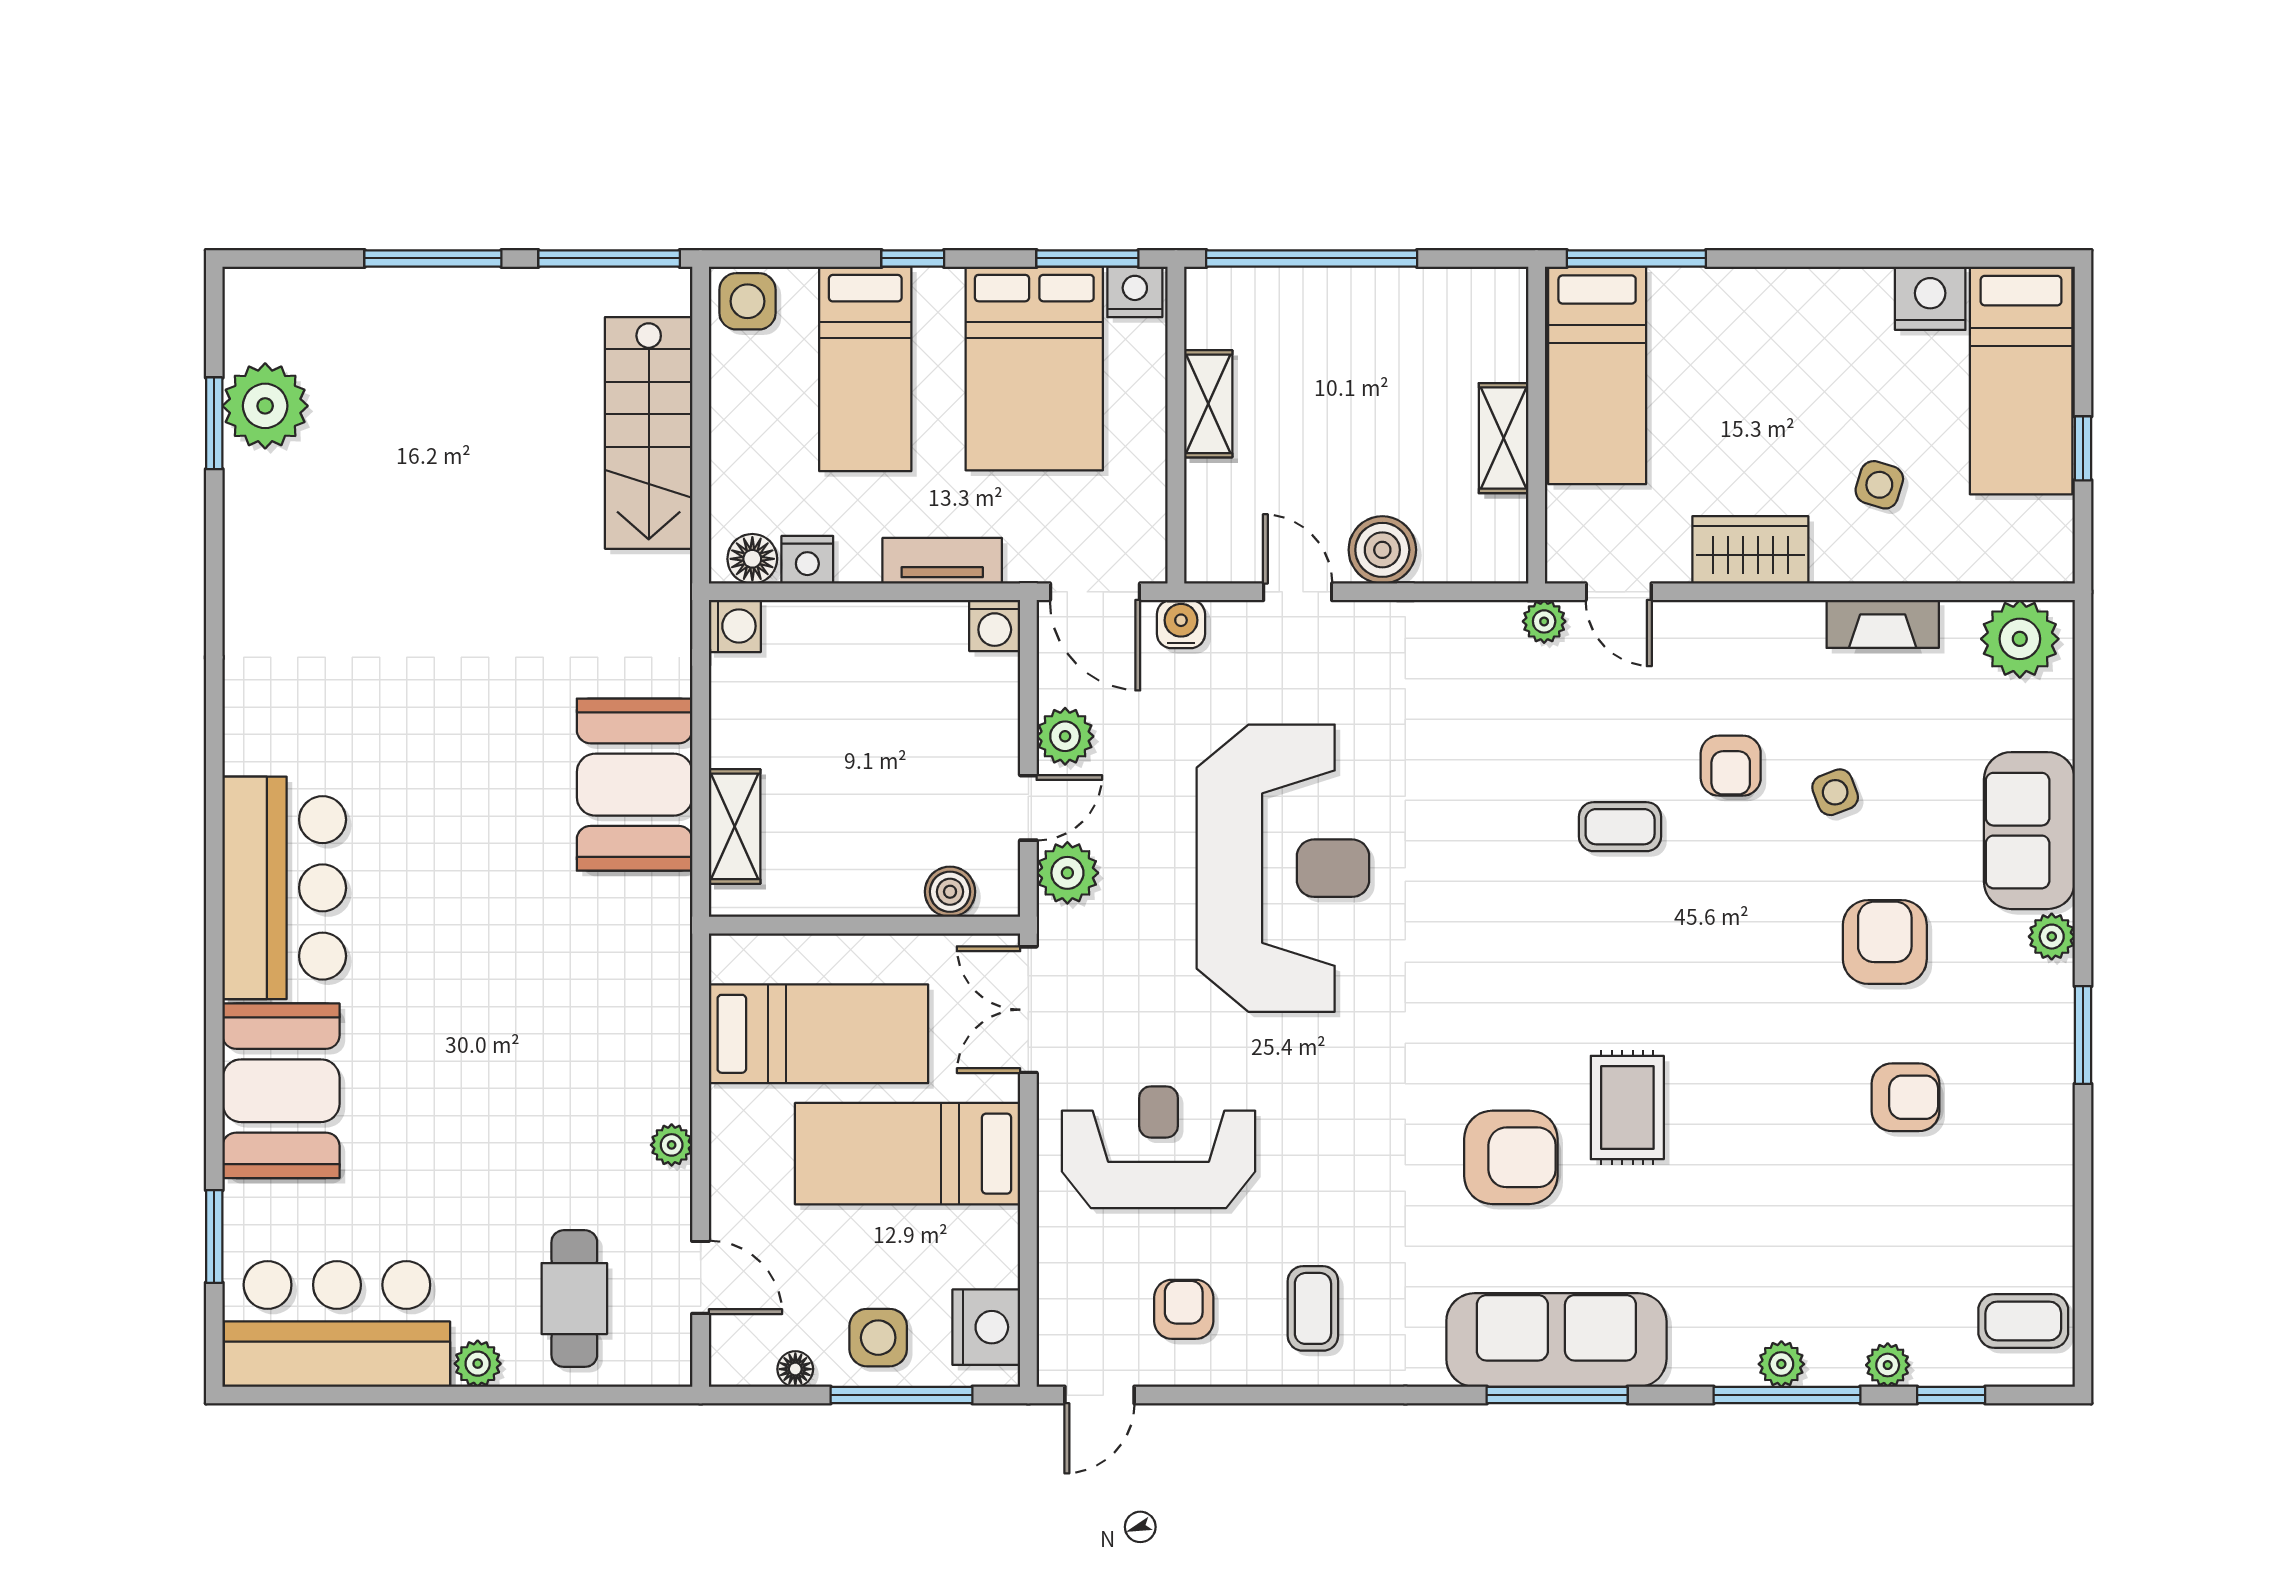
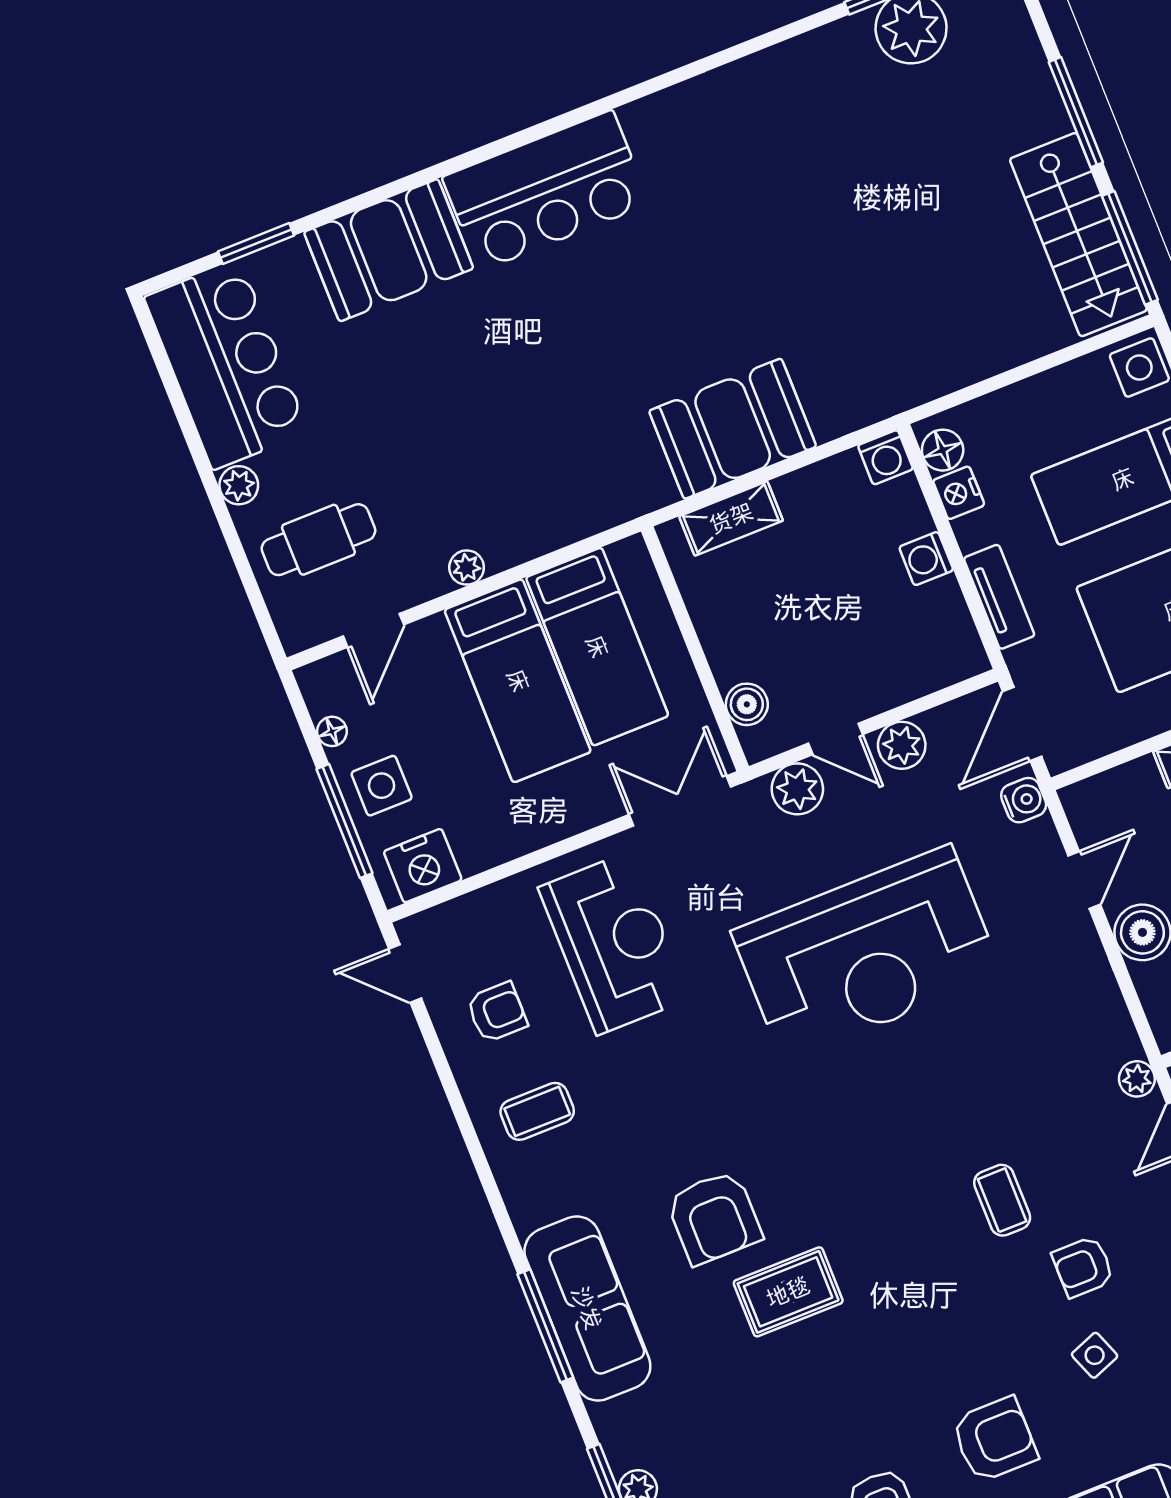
stairs: (649, 433) -> (1078, 235), moved, turned -90
washing machine: (995, 626) -> (926, 559), moved
bed: (908, 1154) -> (518, 681), moved, turned 180

